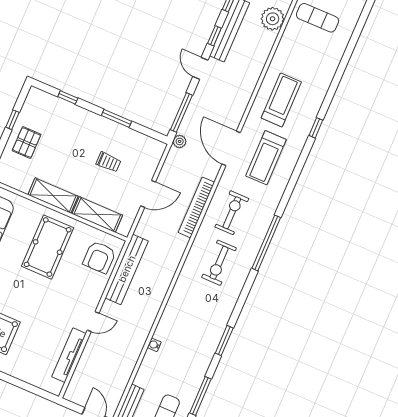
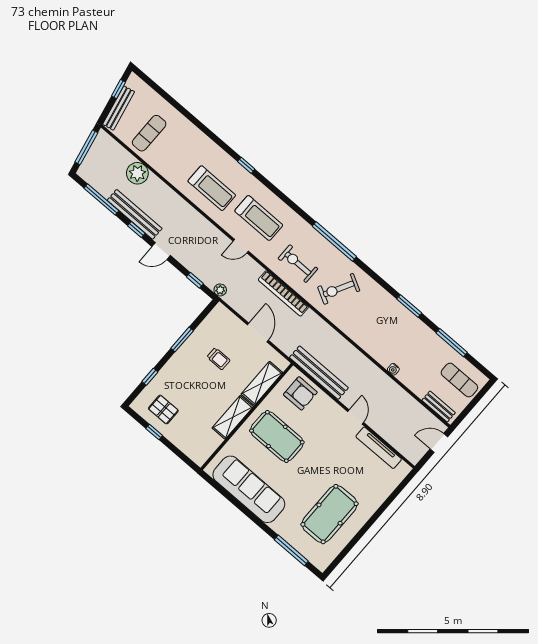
treadmill: (281, 100) -> (212, 188), turned 180
window: (181, 112) -> (195, 280), width x0.46
pallet: (27, 143) -> (163, 410), moved
door: (231, 148) -> (241, 246), width x0.53
trolley: (108, 162) -> (219, 359), turned 90
exercise bike: (219, 263) -> (339, 289), turned 118

